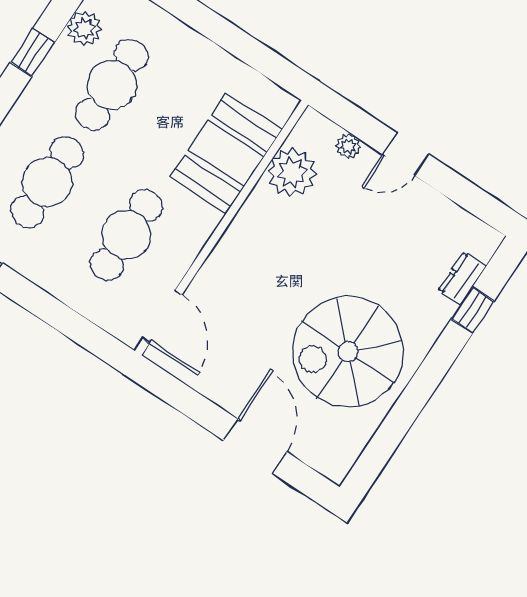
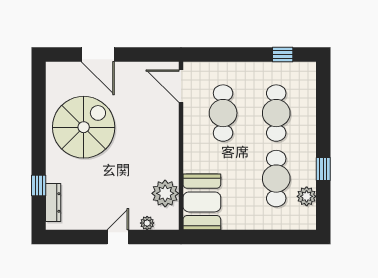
booth: (226, 154) -> (202, 202), moved
dresser: (462, 279) -> (53, 202), width x1.44

